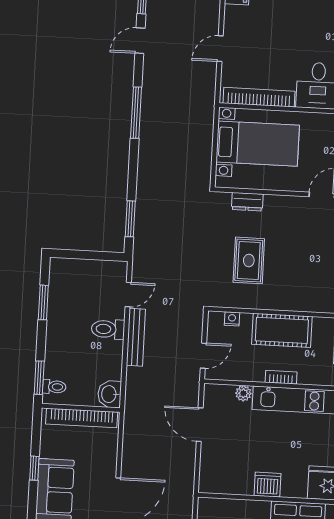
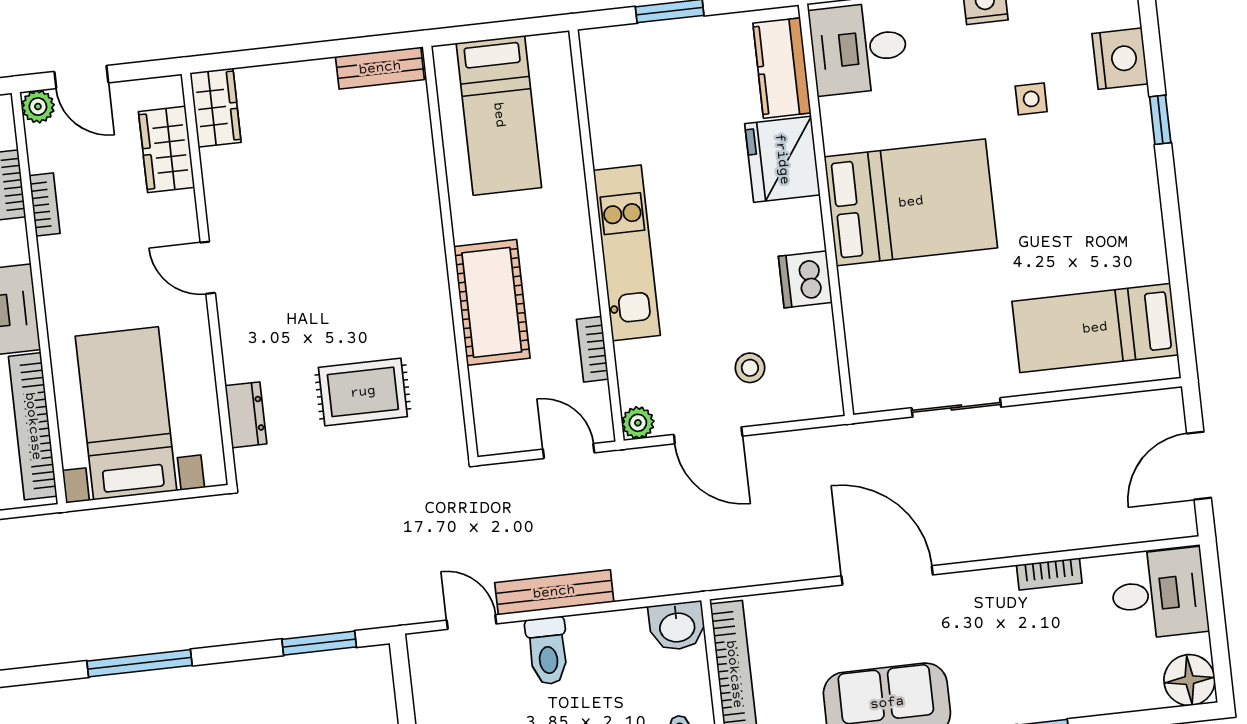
window: (136, 113) -> (140, 663), moved
nightstand: (232, 319) -> (486, 406), removed
bookcase: (281, 377) -> (593, 349), moved
plant: (243, 393) -> (638, 423), moved
door: (200, 425) -> (708, 435), hinge flipped
stool: (229, 451) -> (750, 368), added

